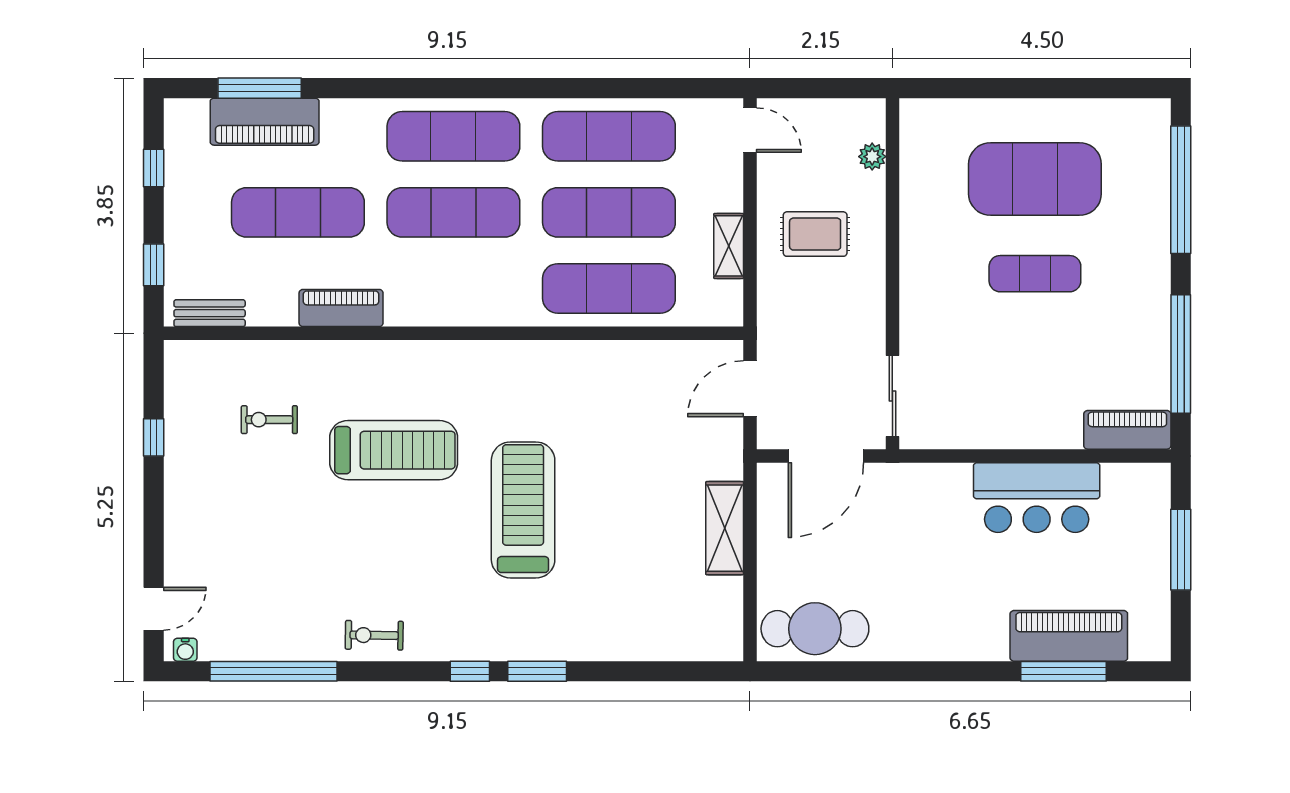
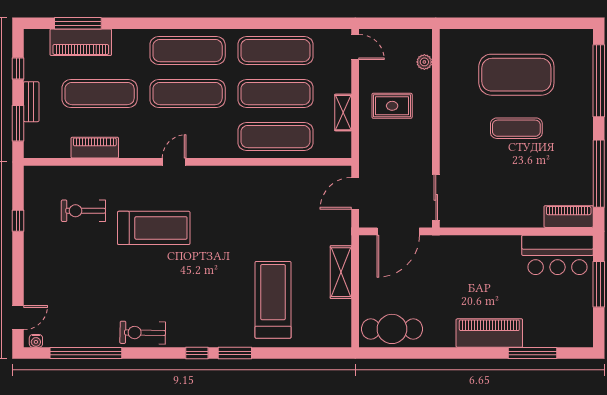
window: (154, 265) -> (18, 123), width x1.50
piano: (341, 308) -> (95, 148), moved
bench: (210, 313) -> (31, 102), moved, turned 90
door: (430, 333) -> (174, 162), added
exercise bike: (269, 420) -> (83, 211), width x1.38, depth x1.39
bar counter: (1037, 498) -> (558, 255), moved
treadmill: (523, 510) -> (273, 300), moved
exercise bike: (374, 635) -> (143, 333), width x1.38, depth x1.39
piano: (1069, 636) -> (489, 333), moved

